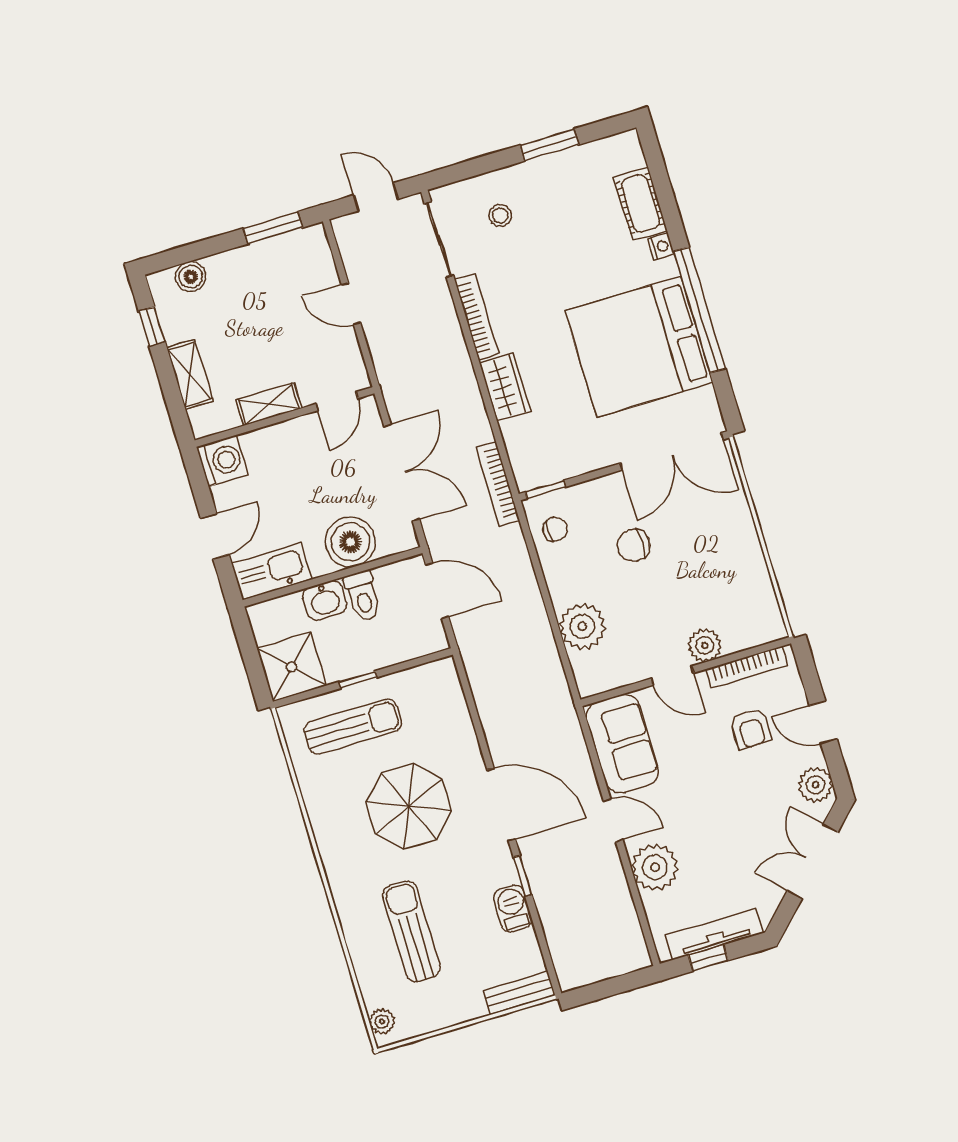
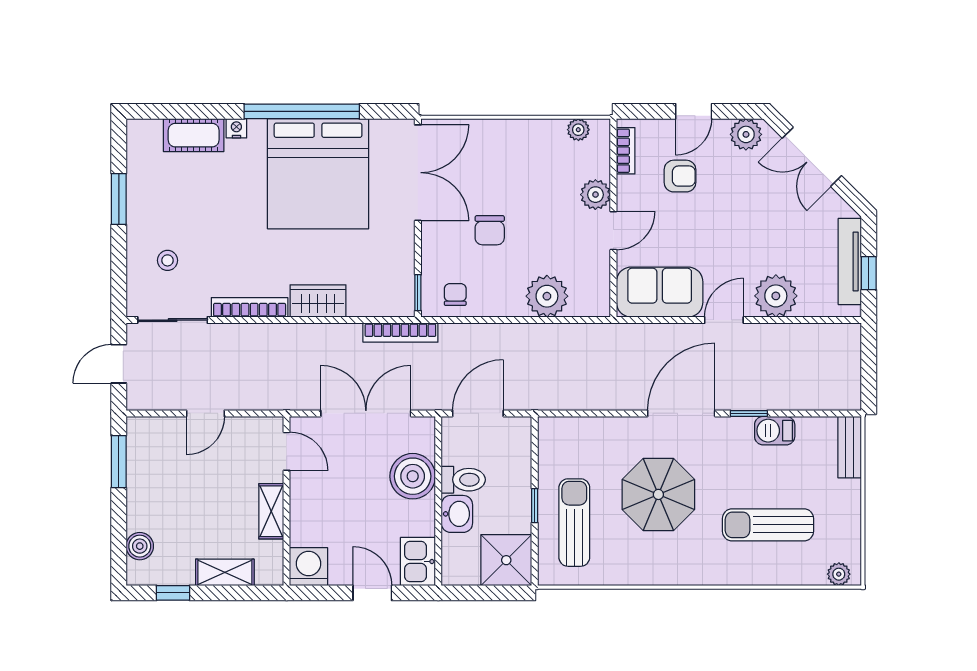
kitchen sink: (272, 571) -> (418, 562), width x0.73
plant: (768, 607) -> (578, 130), added
bookcase: (747, 667) -> (626, 151), width x0.64

